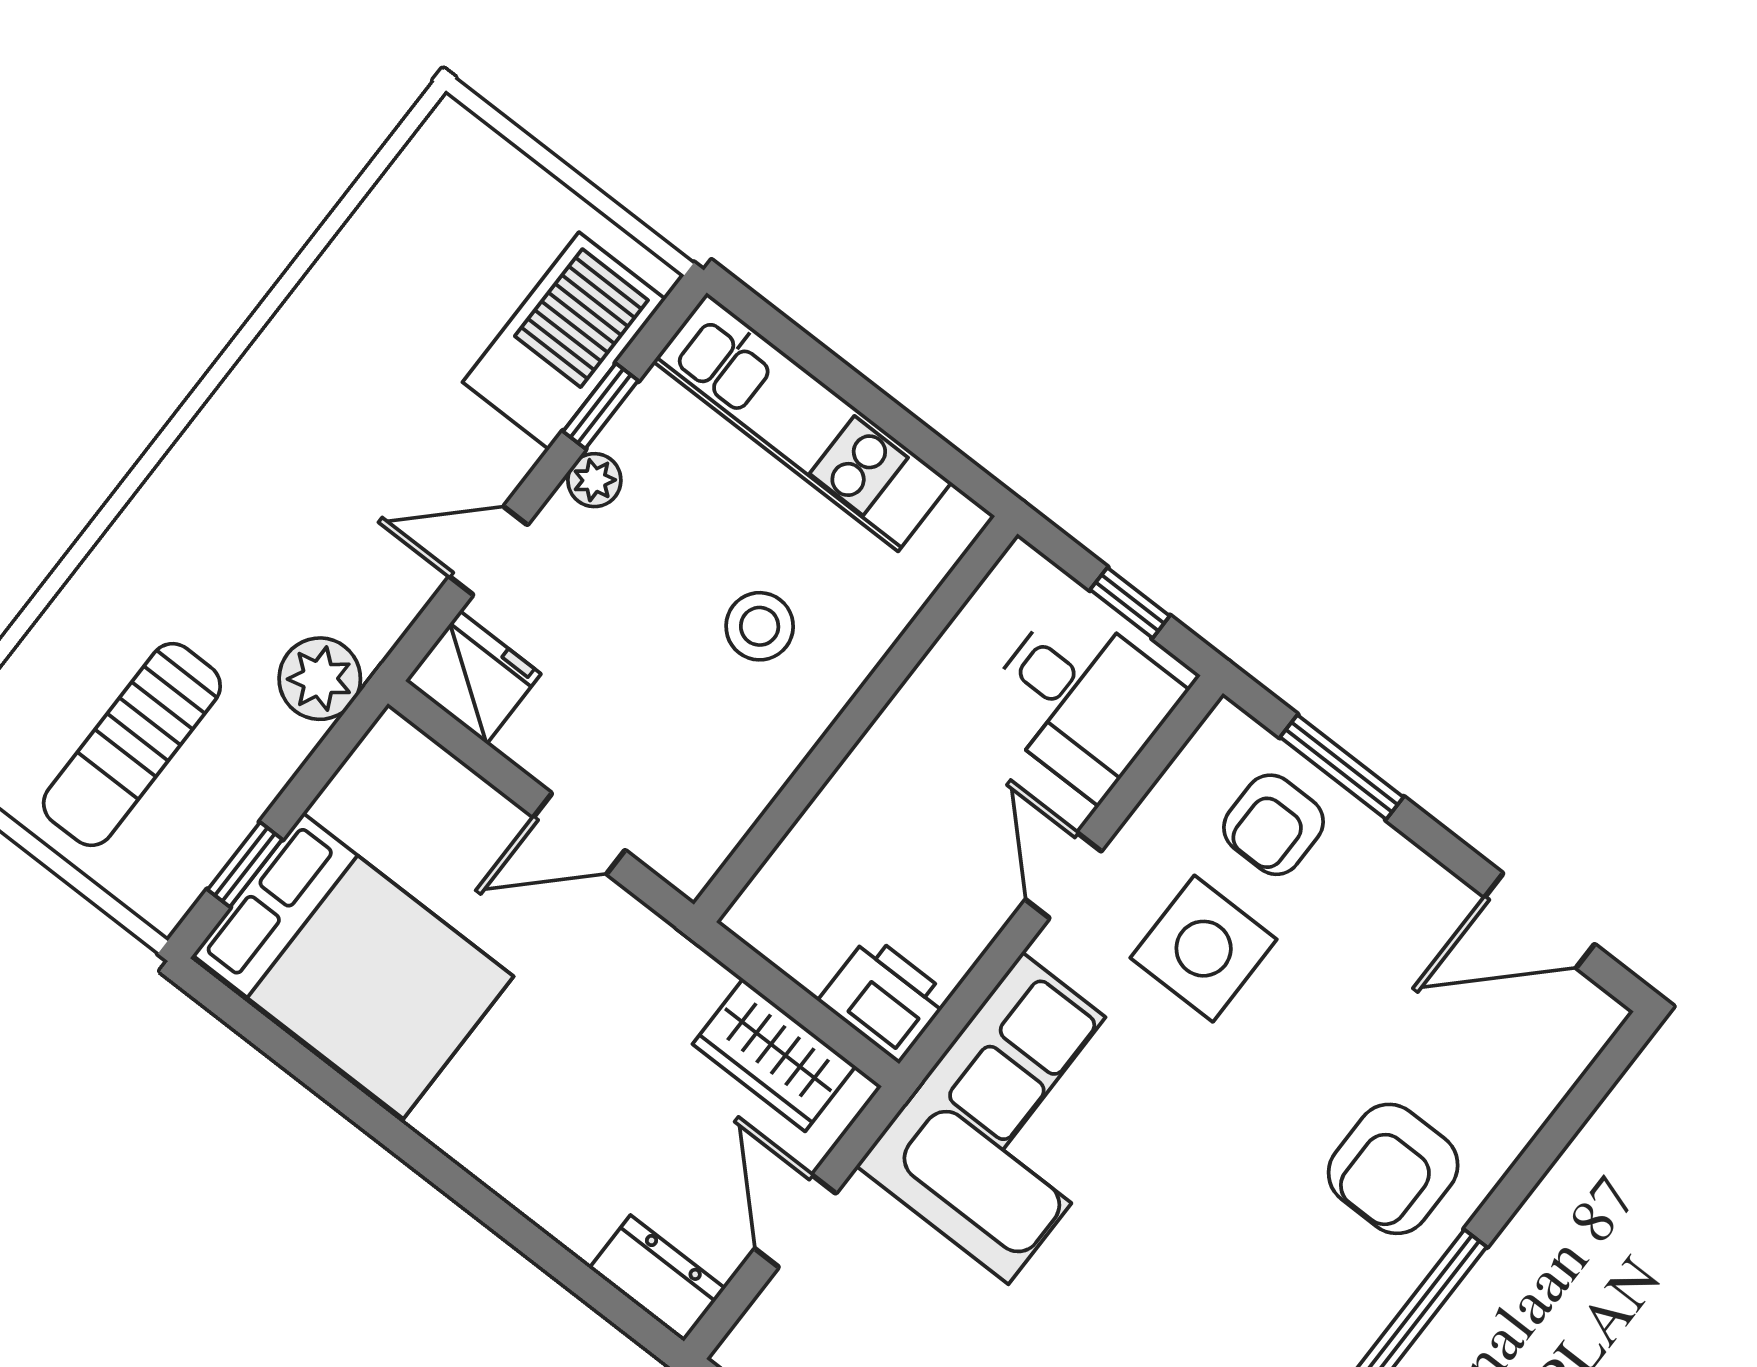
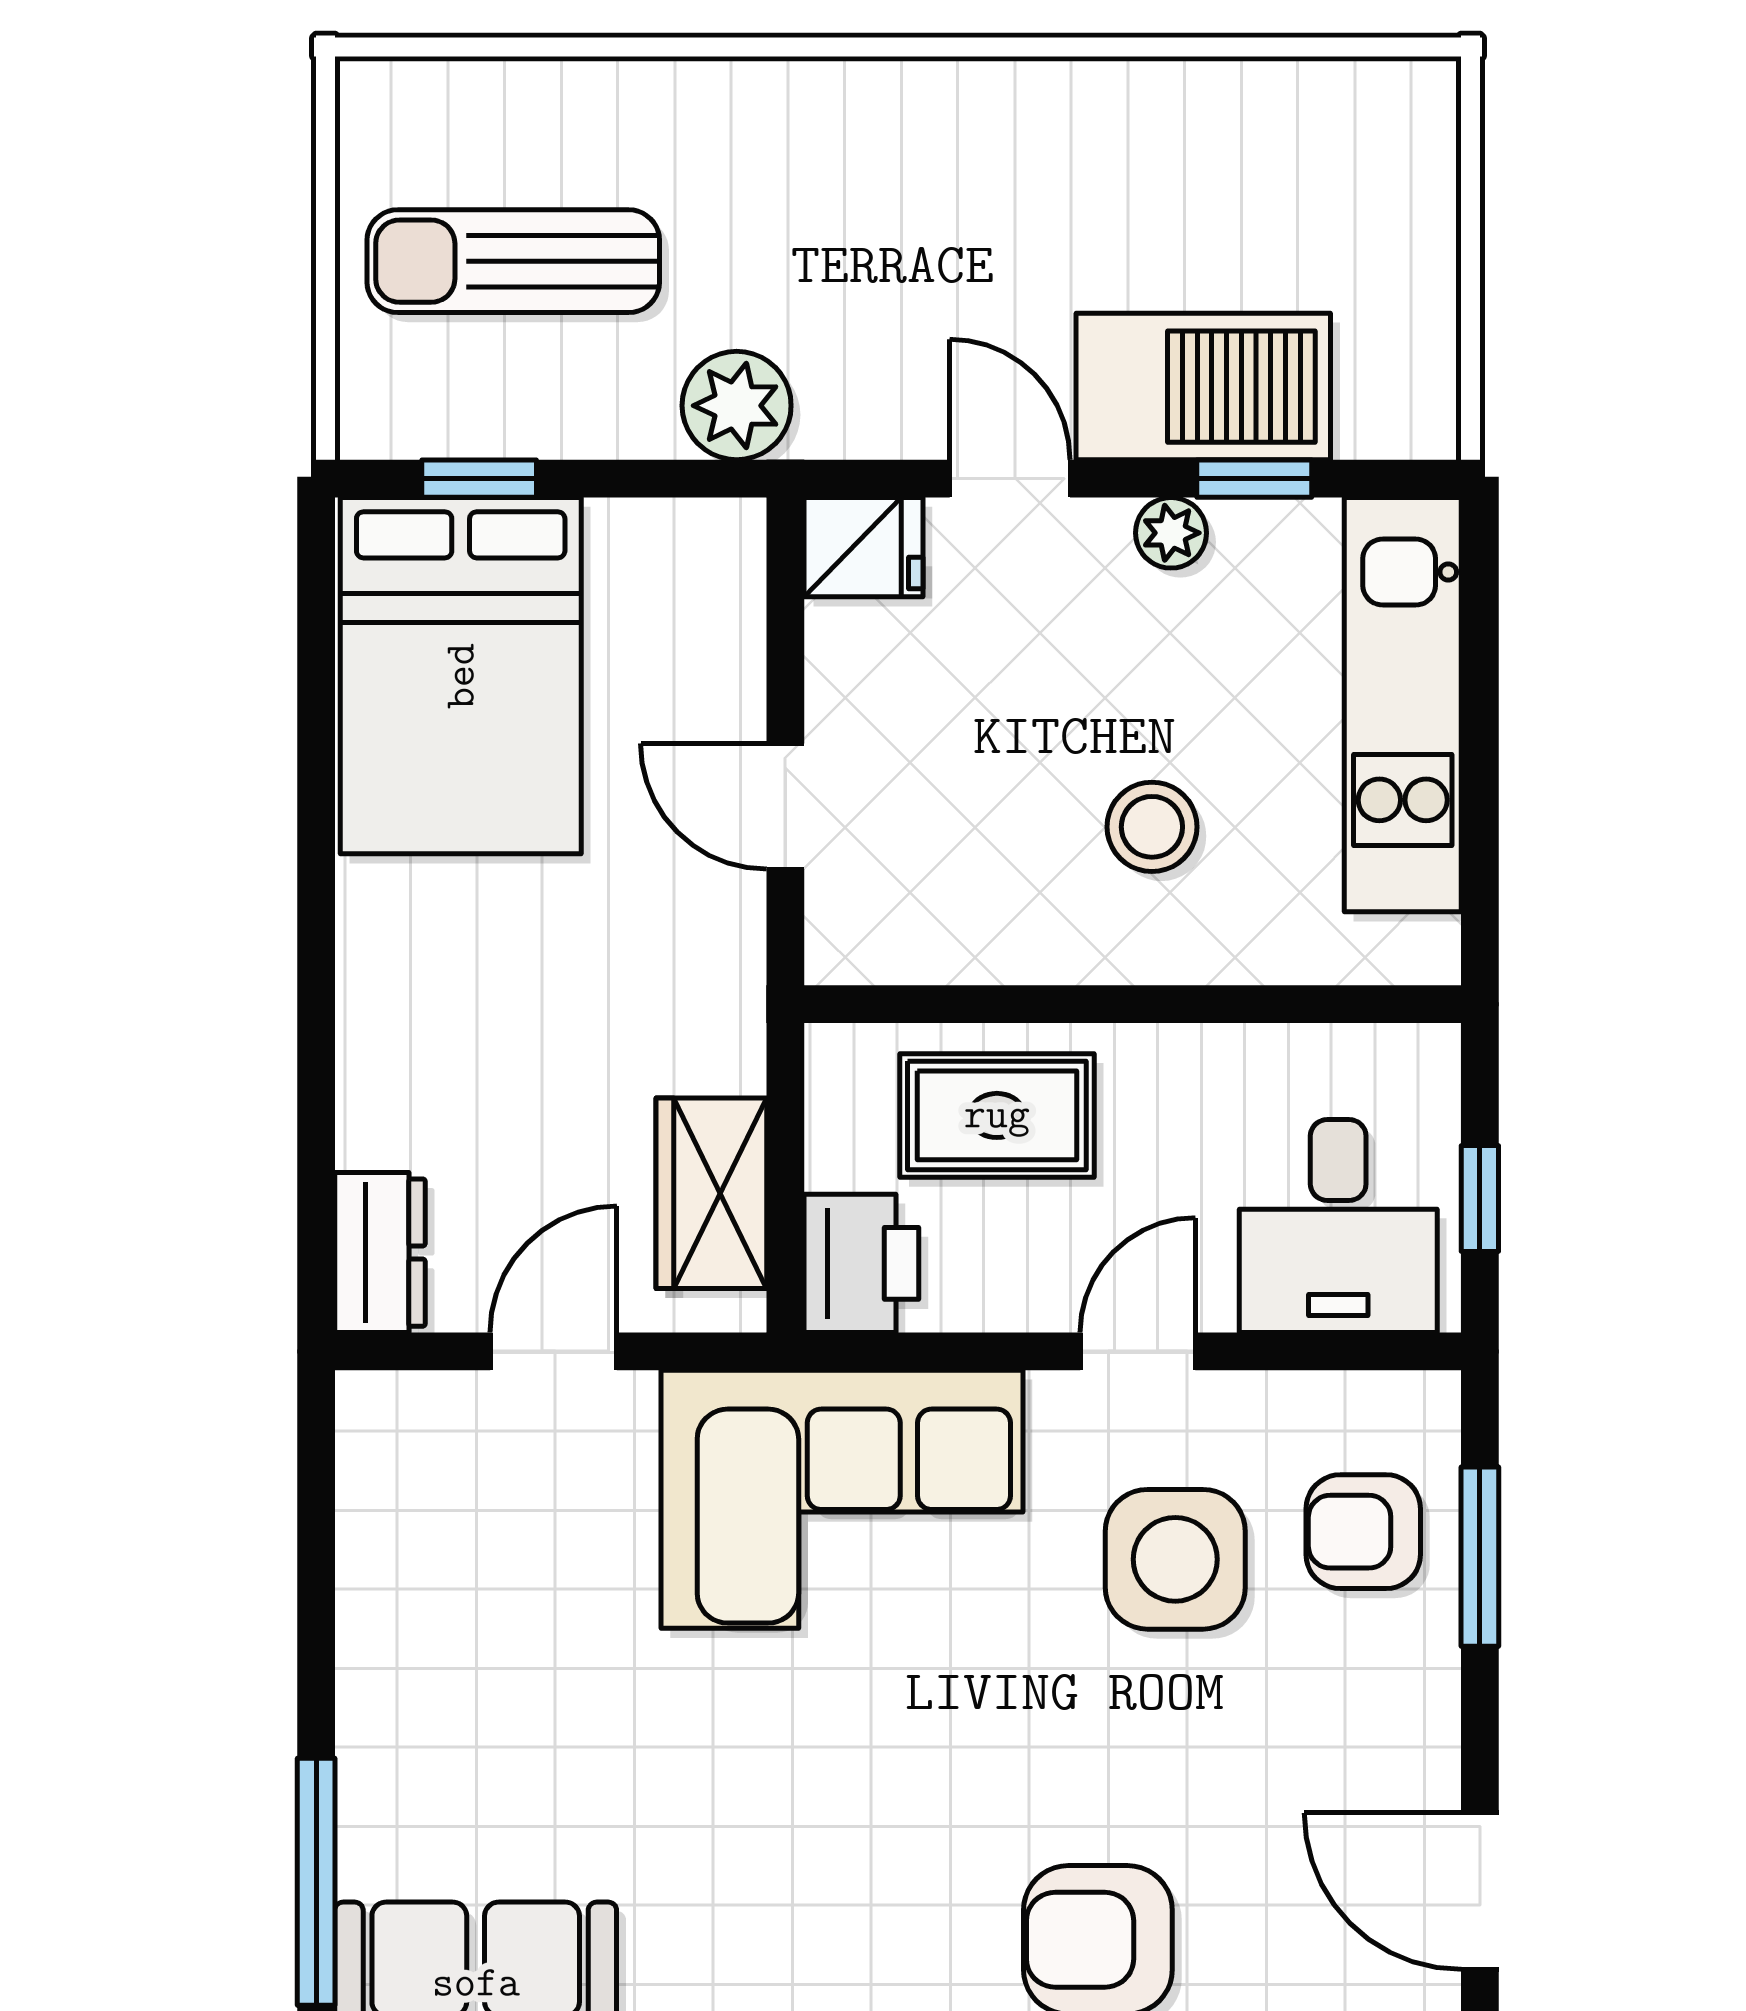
barbecue: (564, 341) -> (1203, 387), moved
fridge: (473, 677) -> (863, 547), width x0.72
rug: (859, 850) -> (997, 1115), added

